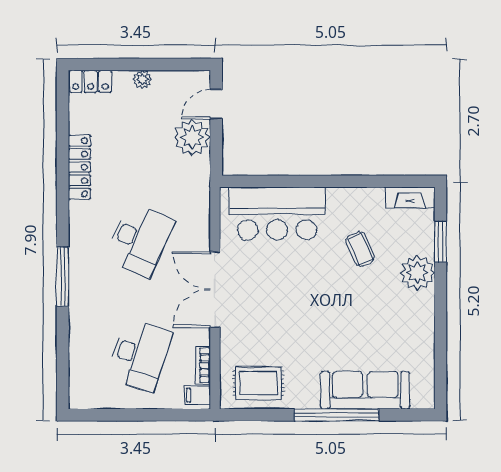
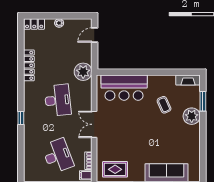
plant: (192, 137) -> (83, 72), moved
desk: (139, 240) -> (58, 100), turned -30
window: (63, 277) -> (21, 118), width x0.46
double door: (215, 290) -> (94, 124), width x0.73
desk: (139, 355) -> (58, 156), turned -39

